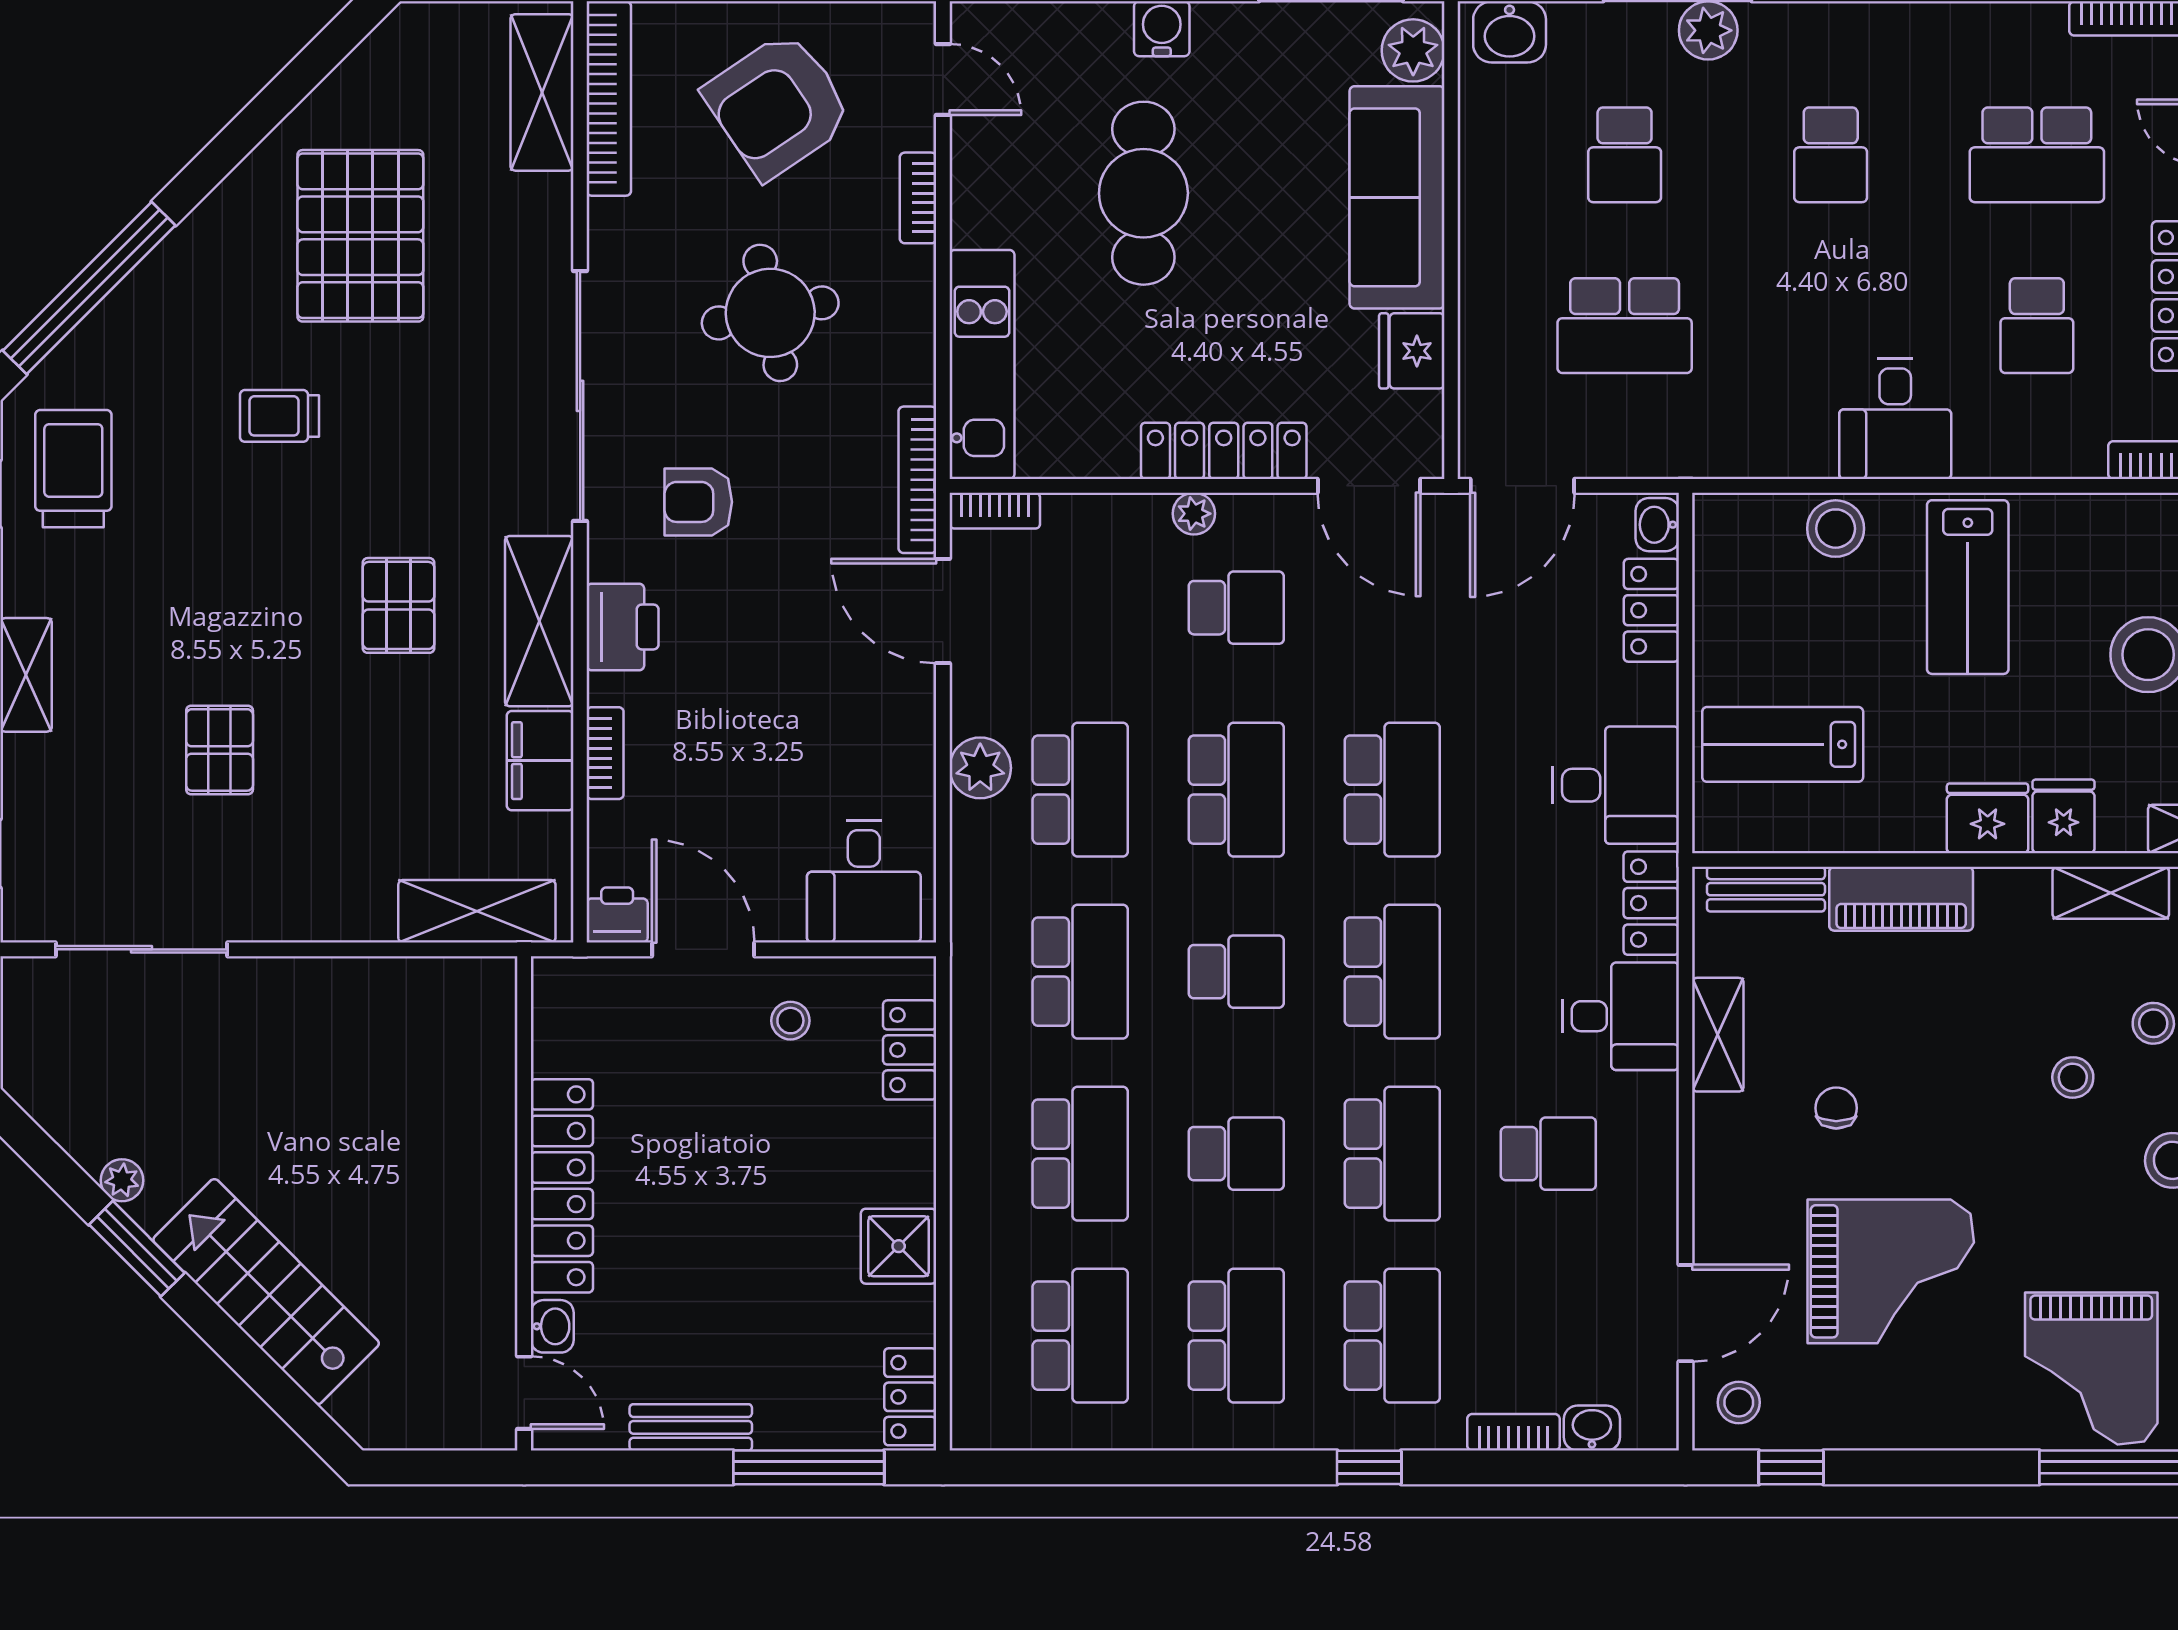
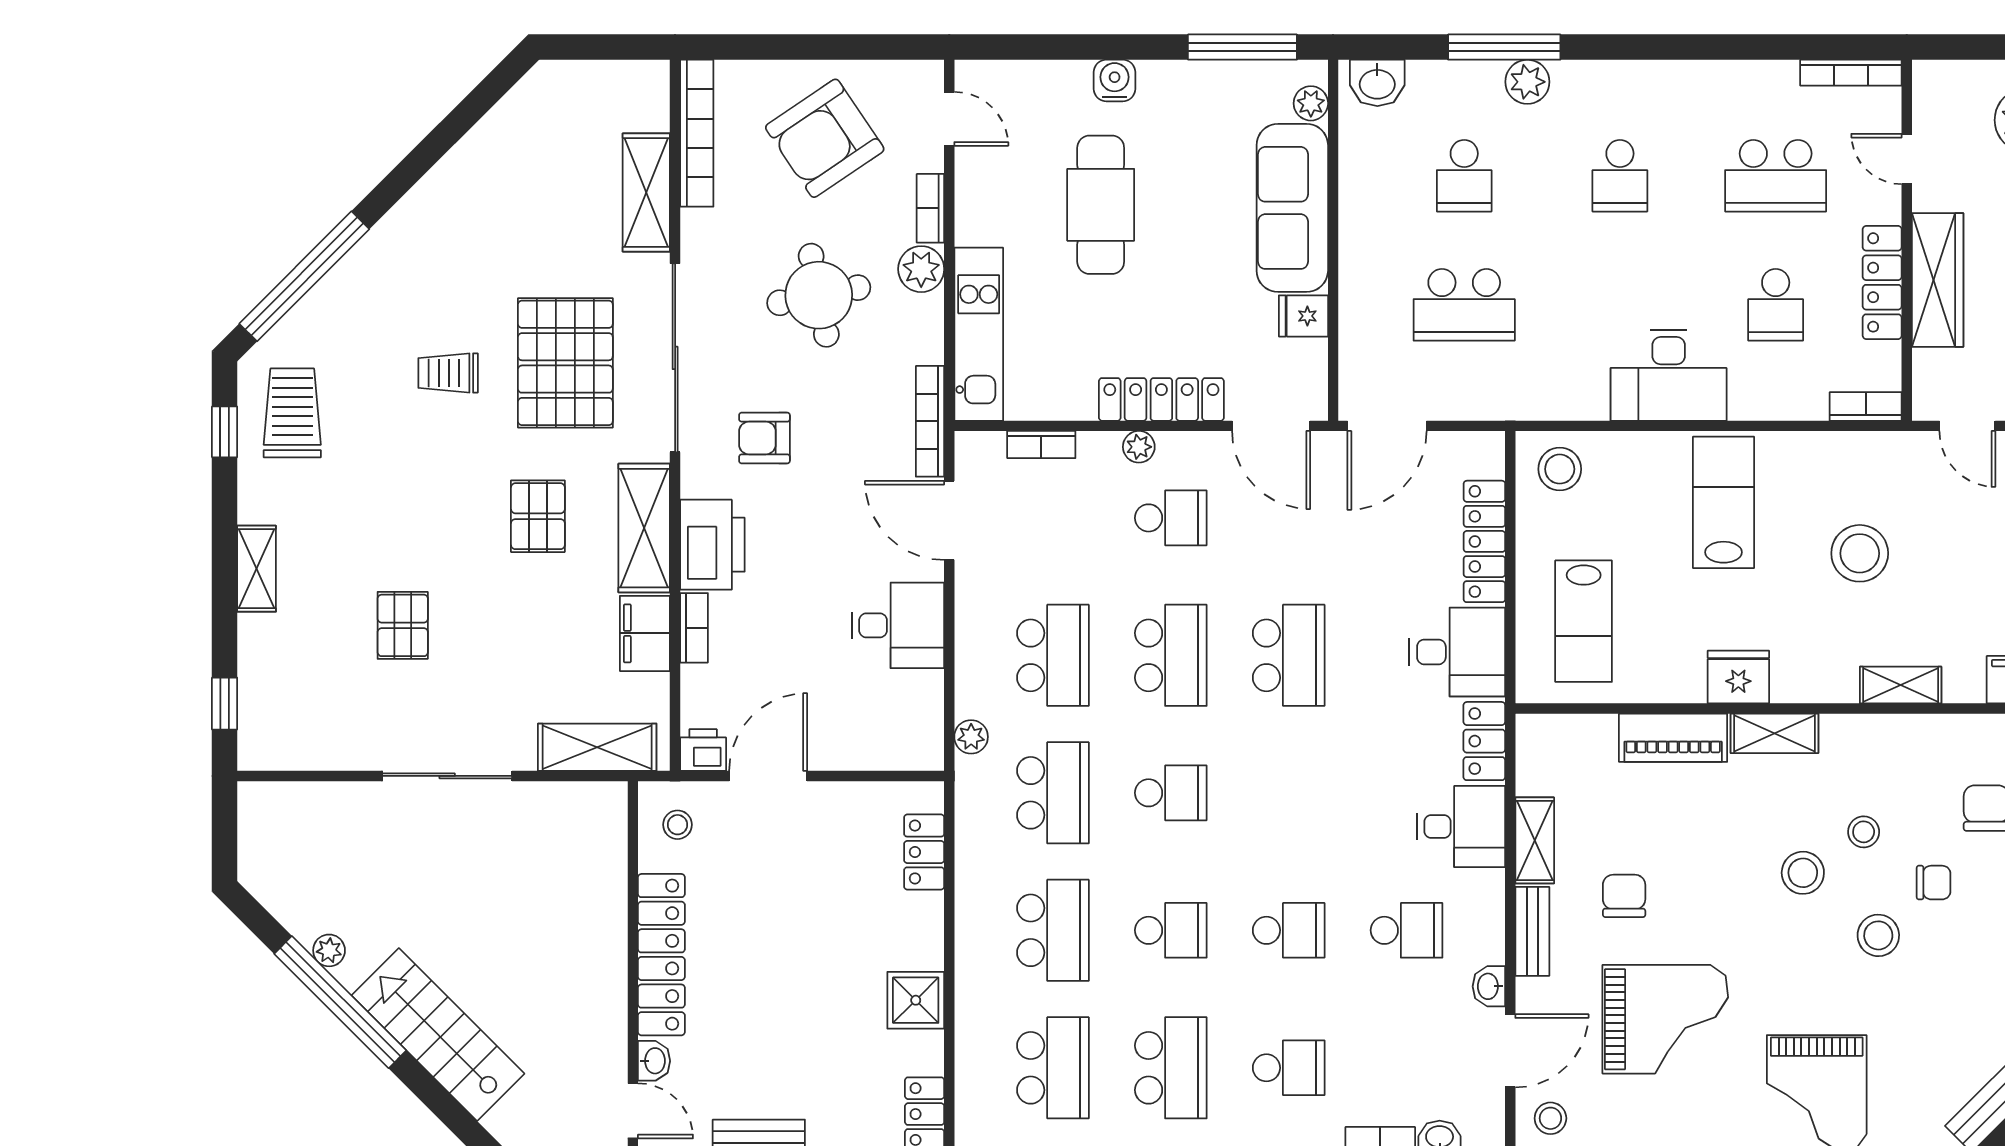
plant: (1413, 50) -> (1311, 103), width x0.73, depth x0.73
shelving: (542, 92) -> (646, 193), moved
pallet: (360, 236) -> (565, 363), moved
plant: (906, 278) -> (921, 269), added
fridge: (1412, 351) -> (1303, 316), width x0.72
desk: (1895, 419) -> (1669, 375), width x1.37
bookcase: (995, 511) -> (1041, 445), moved
washbasin: (1657, 525) -> (1489, 986), moved
stool: (1836, 529) -> (1560, 469), moved
lab bench: (1968, 587) -> (1723, 502), turned 180
locker: (1651, 610) -> (1484, 541), width x1.53
printer: (623, 627) -> (712, 545), width x1.37, depth x1.19
lab bench: (1783, 744) -> (1584, 621), turned -90
plant: (980, 768) -> (971, 737), moved, width x0.73, depth x0.73
fridge: (2064, 816) -> (1796, 676), removed
desk: (864, 881) -> (898, 625), moved, turned -90
bench: (1766, 889) -> (1532, 931), moved, turned 90
shelving: (2111, 893) -> (1774, 733), moved
sliding door: (141, 949) -> (447, 776), moved
door: (703, 949) -> (768, 776), hinge flipped
school desk: (1392, 972) -> (1289, 793), removed
stool: (790, 1021) -> (677, 825), moved
stool: (2073, 1077) -> (1803, 873), width x1.37, depth x1.37
chair: (1836, 1108) -> (1624, 896), width x1.37, depth x1.37
school desk: (1392, 1154) -> (1289, 930), width x0.54
window: (137, 1249) -> (340, 1002), width x2.11
school desk: (1392, 1336) -> (1289, 1068), width x0.54

